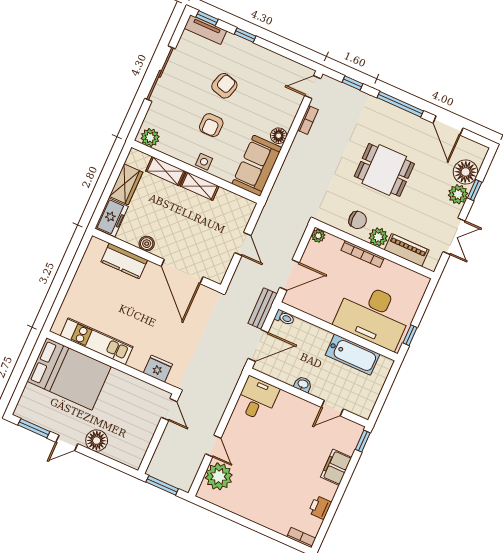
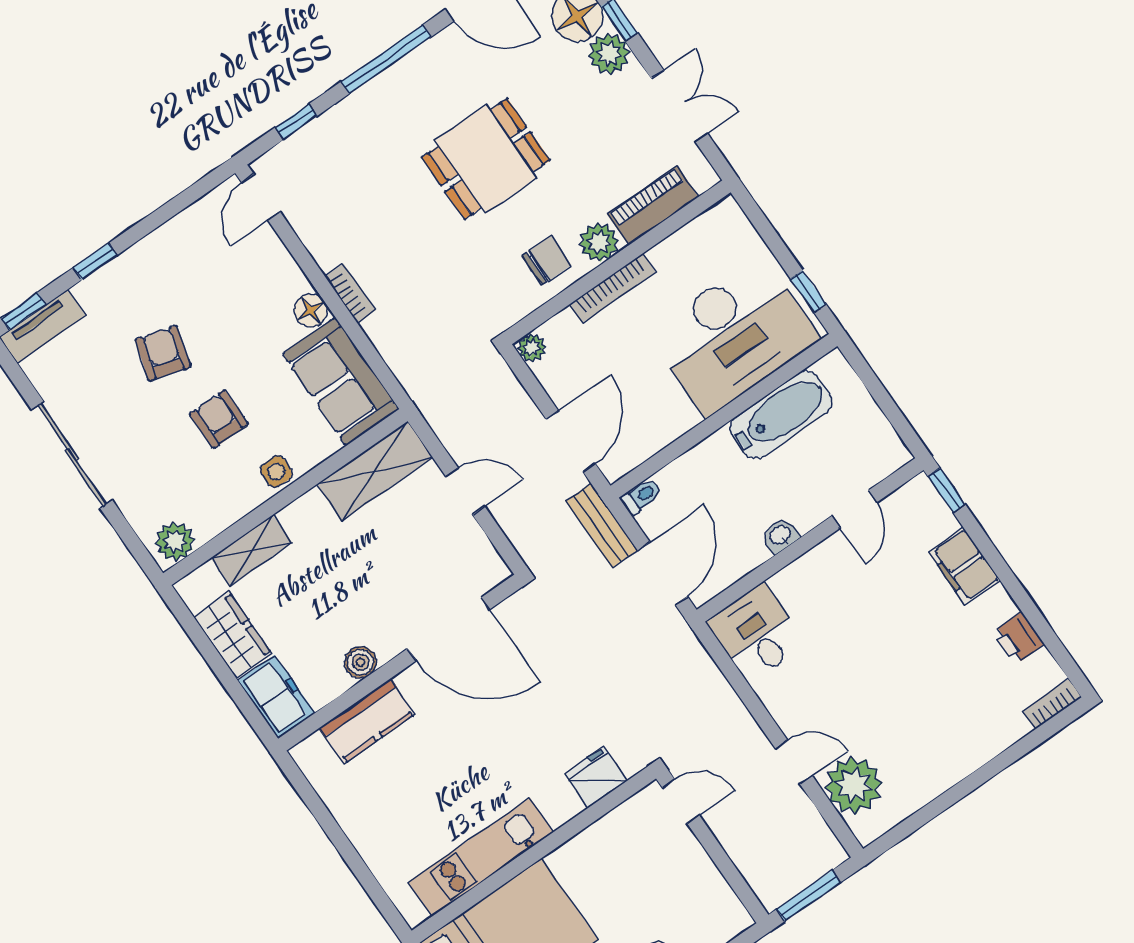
bookcase: (308, 120) -> (350, 293), moved
armchair: (211, 125) -> (219, 419), turned 180
shelving: (200, 186) -> (375, 471), moved, width x1.50, depth x1.33

